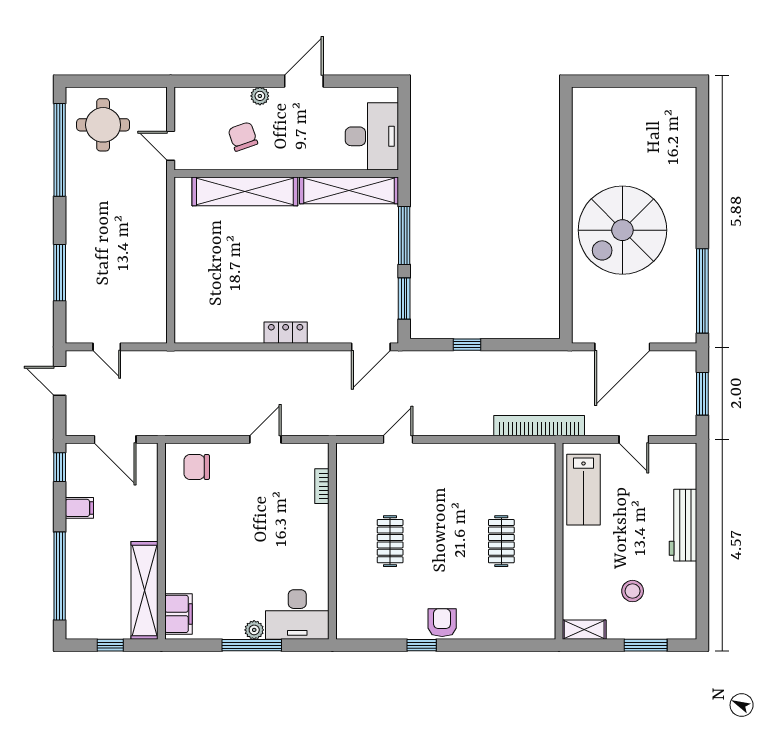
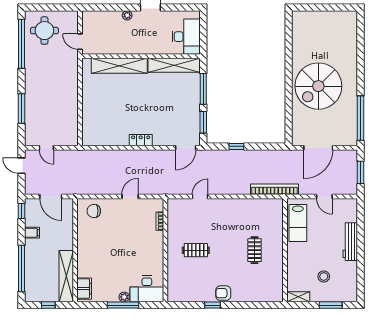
chair: (243, 137) -> (118, 37), removed
clothes rail: (390, 541) -> (196, 250), turned 90
armchair: (442, 623) -> (223, 293), turned -90

